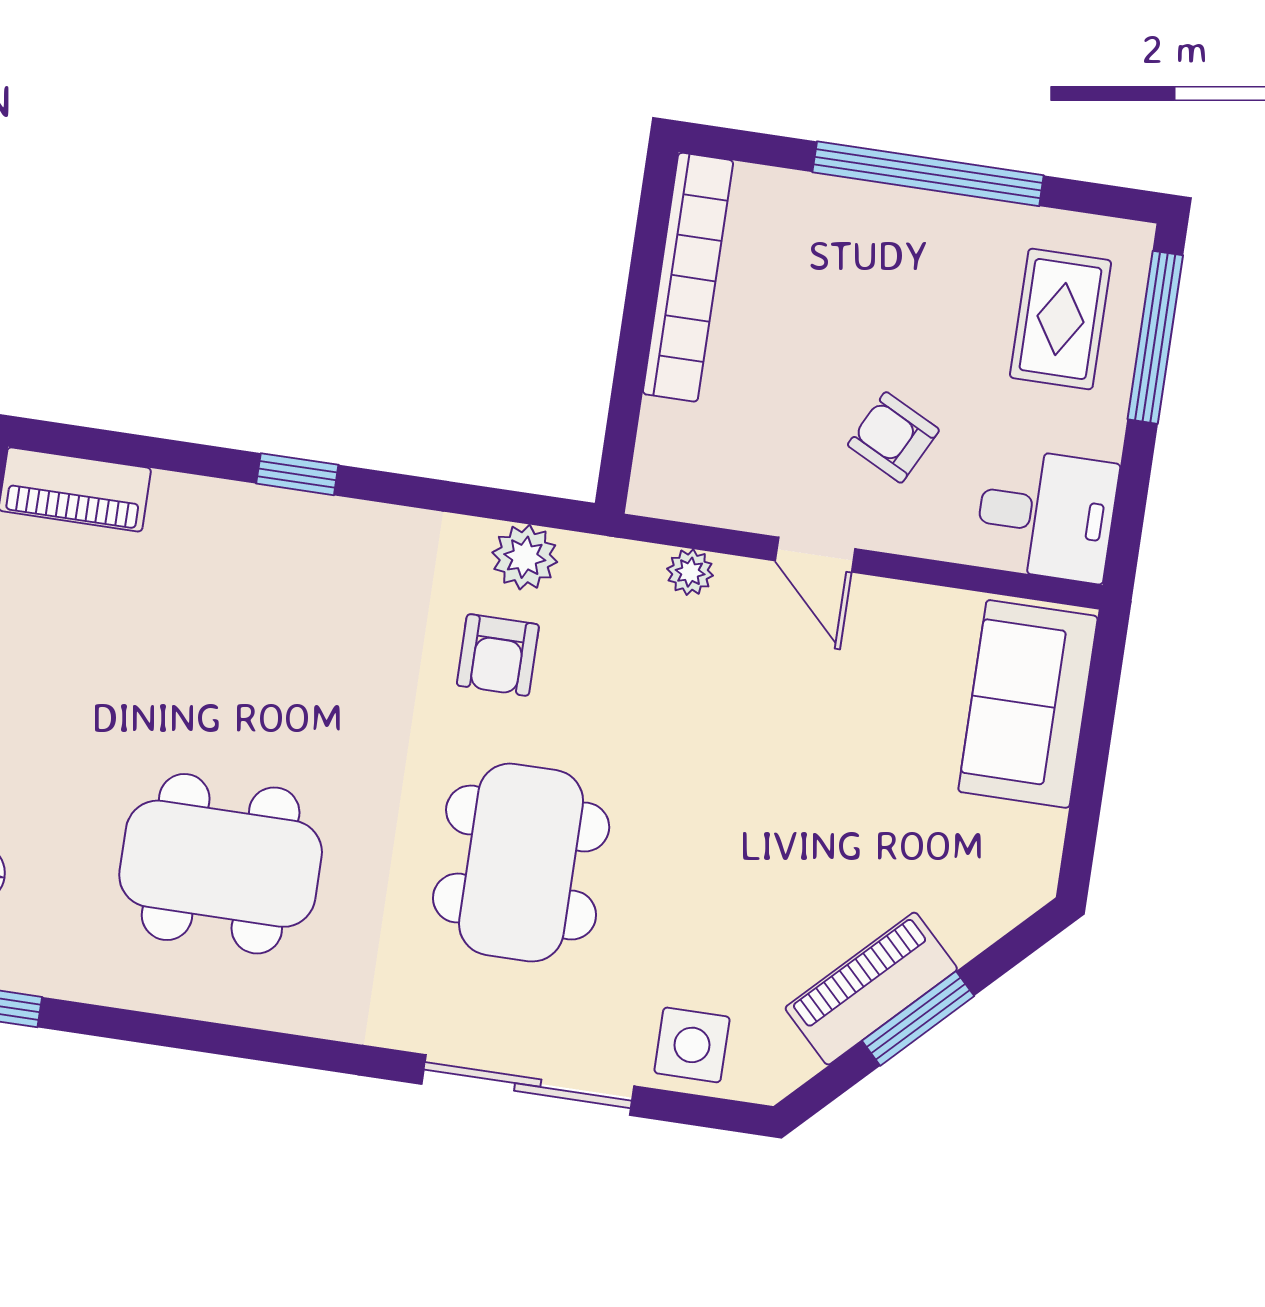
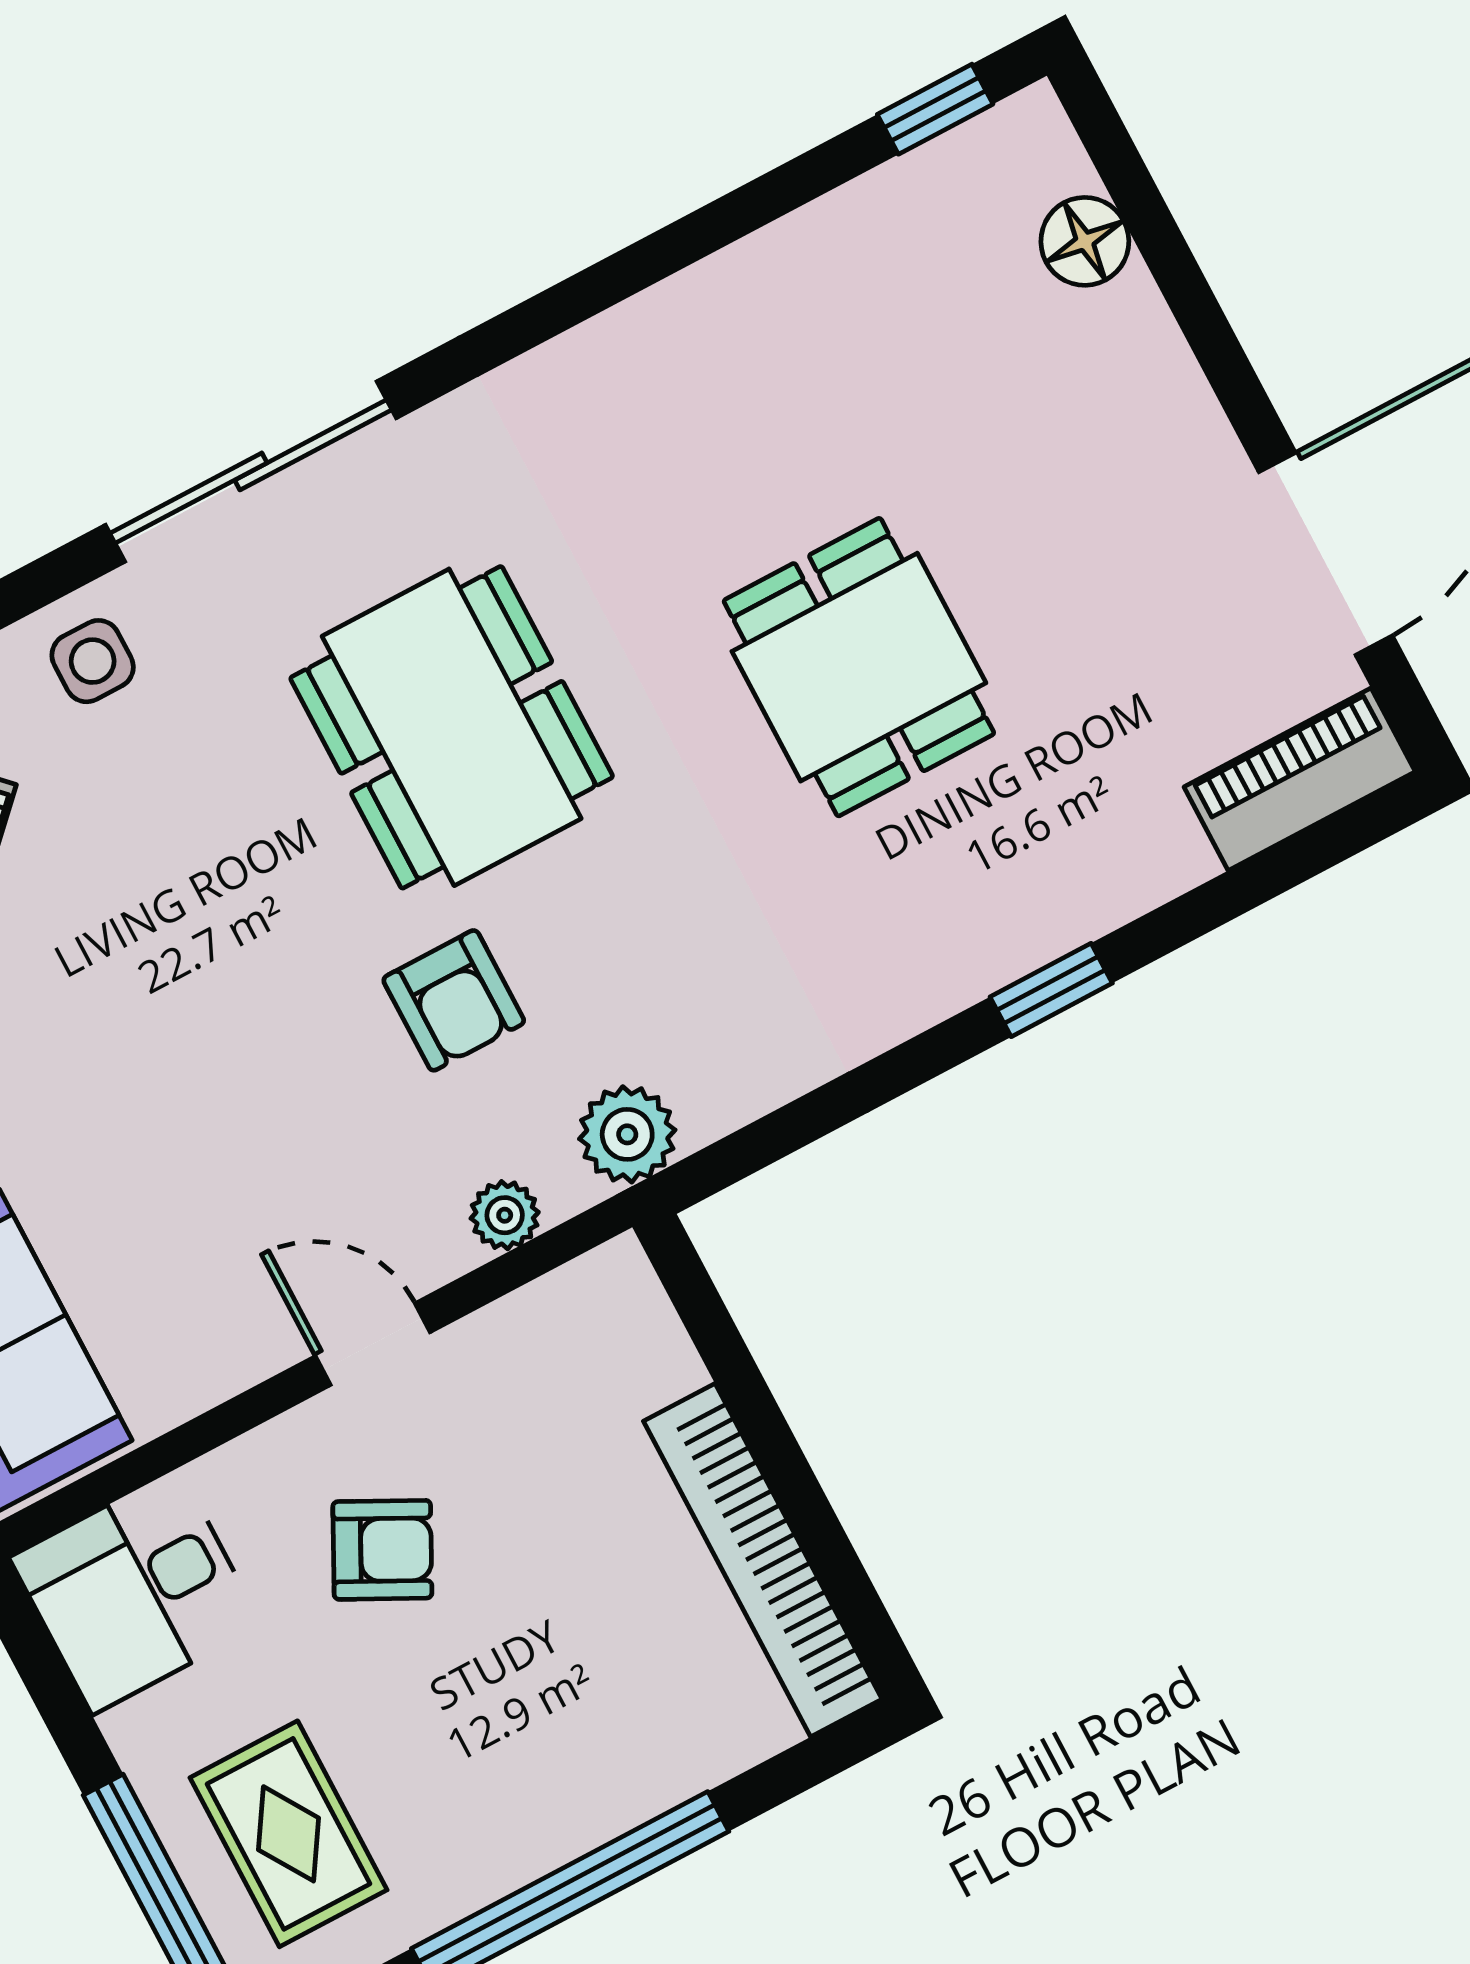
plant: (525, 557) -> (627, 1134), moved
armchair: (498, 655) -> (454, 1000), moved, turned 180
dining table: (221, 864) -> (859, 667), moved, width x0.73
side table: (692, 1045) -> (93, 661), width x0.73, depth x0.73

